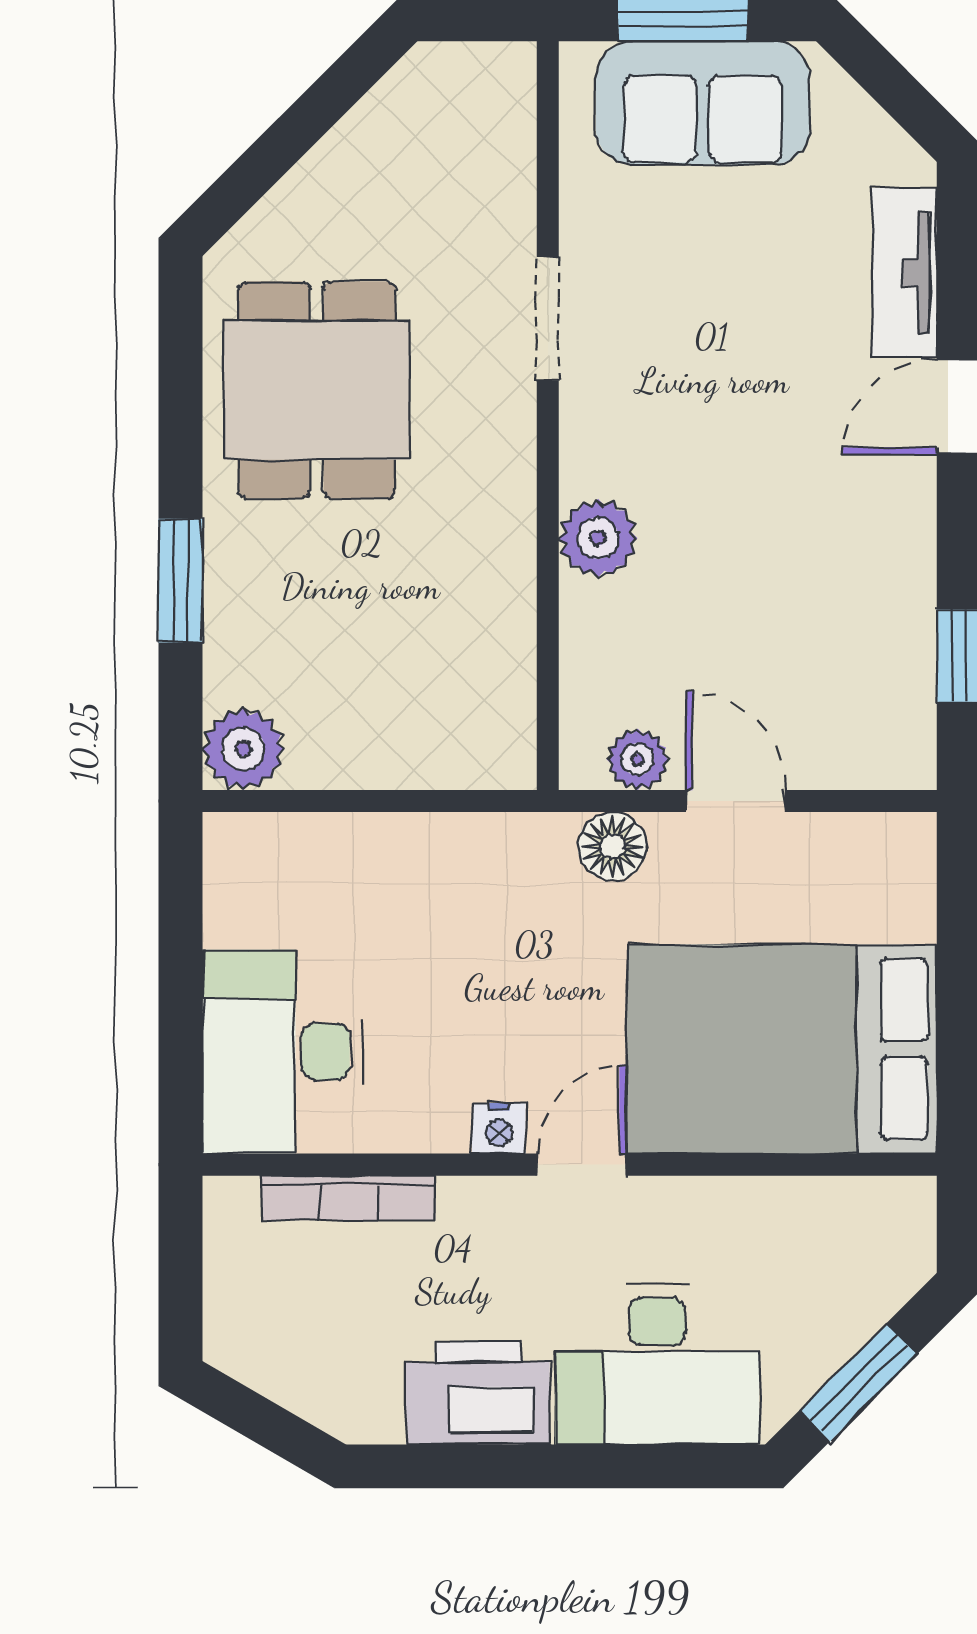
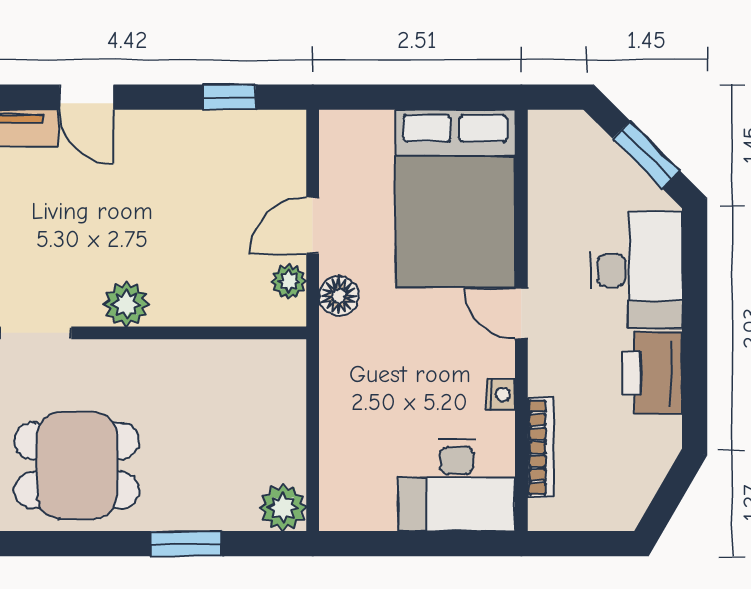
plant: (598, 538) -> (126, 304), moved
nightstand: (499, 1128) -> (501, 395), moved

